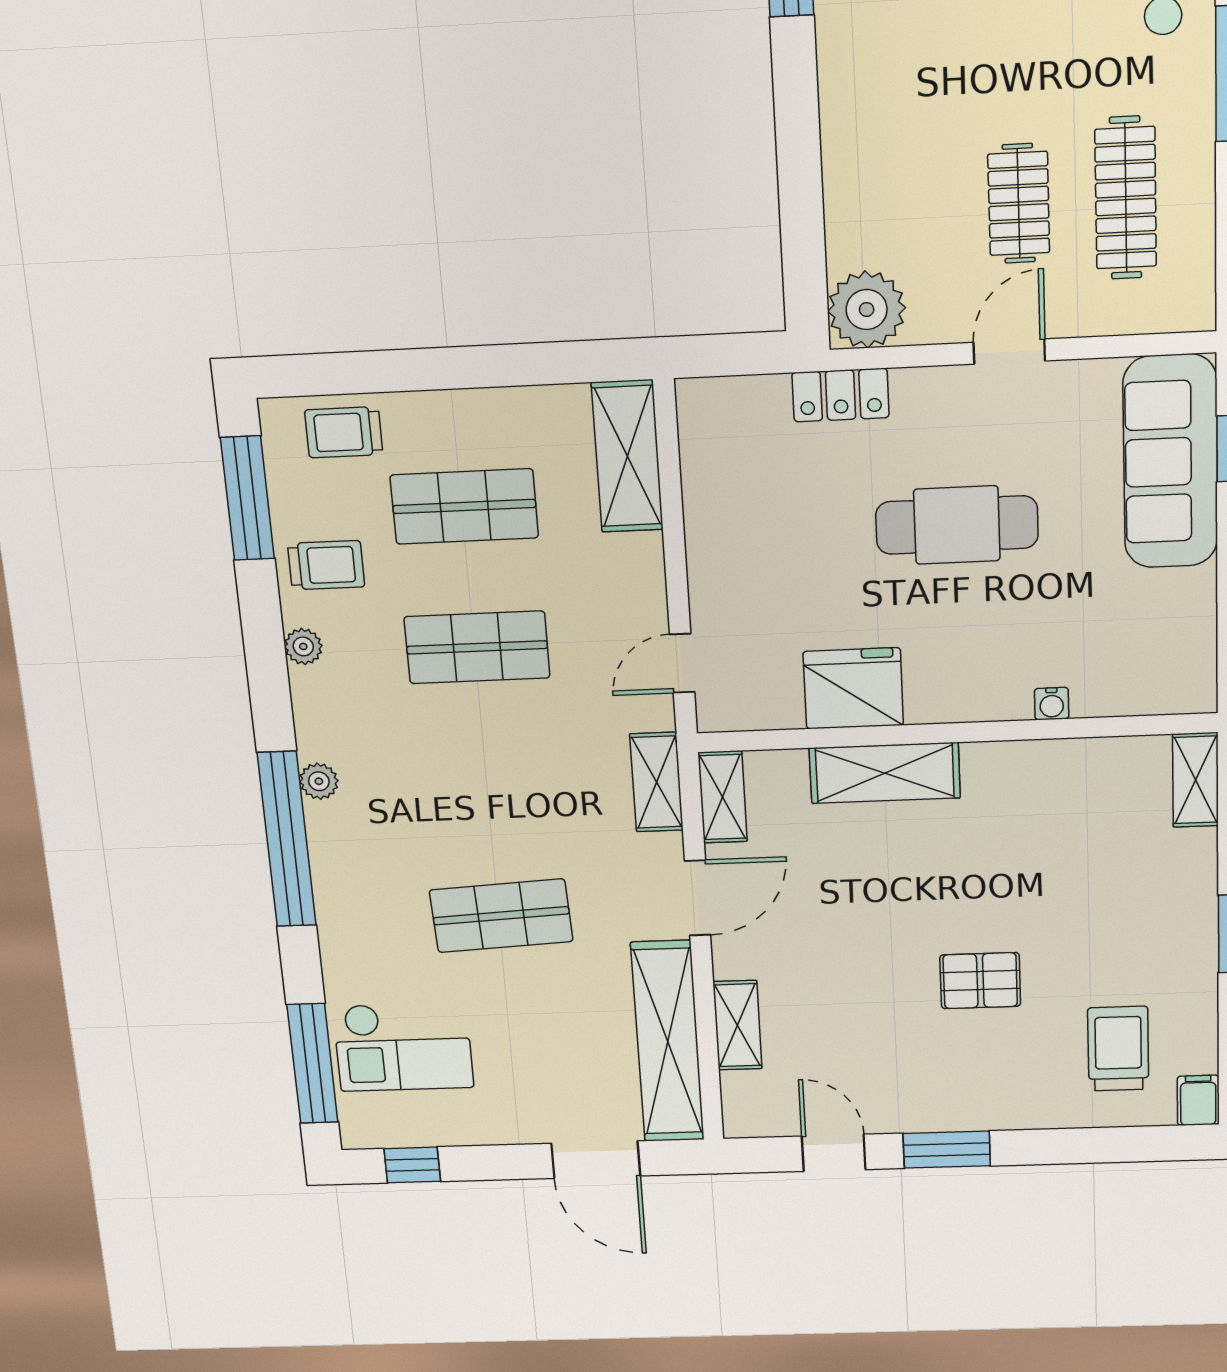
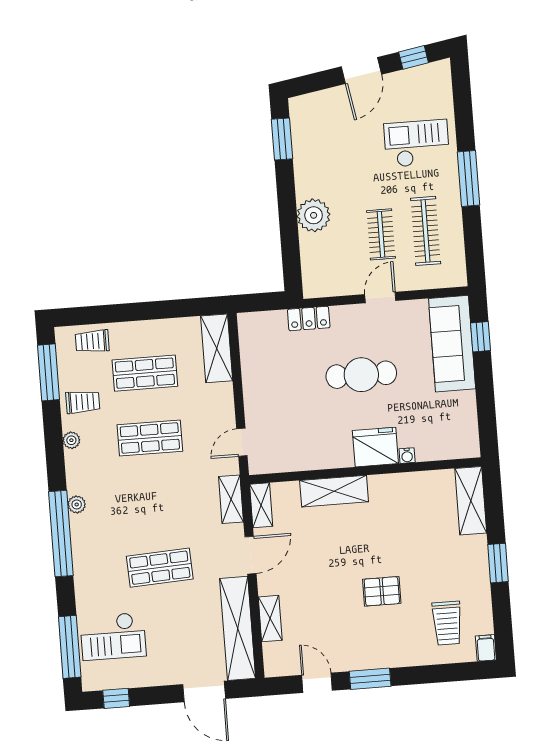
plant: (867, 310) -> (314, 215), moved
fridge: (853, 688) -> (375, 447), moved
shelving: (1195, 780) -> (471, 501), width x1.50, depth x1.33
trolley: (1118, 1049) -> (447, 623), turned 180

